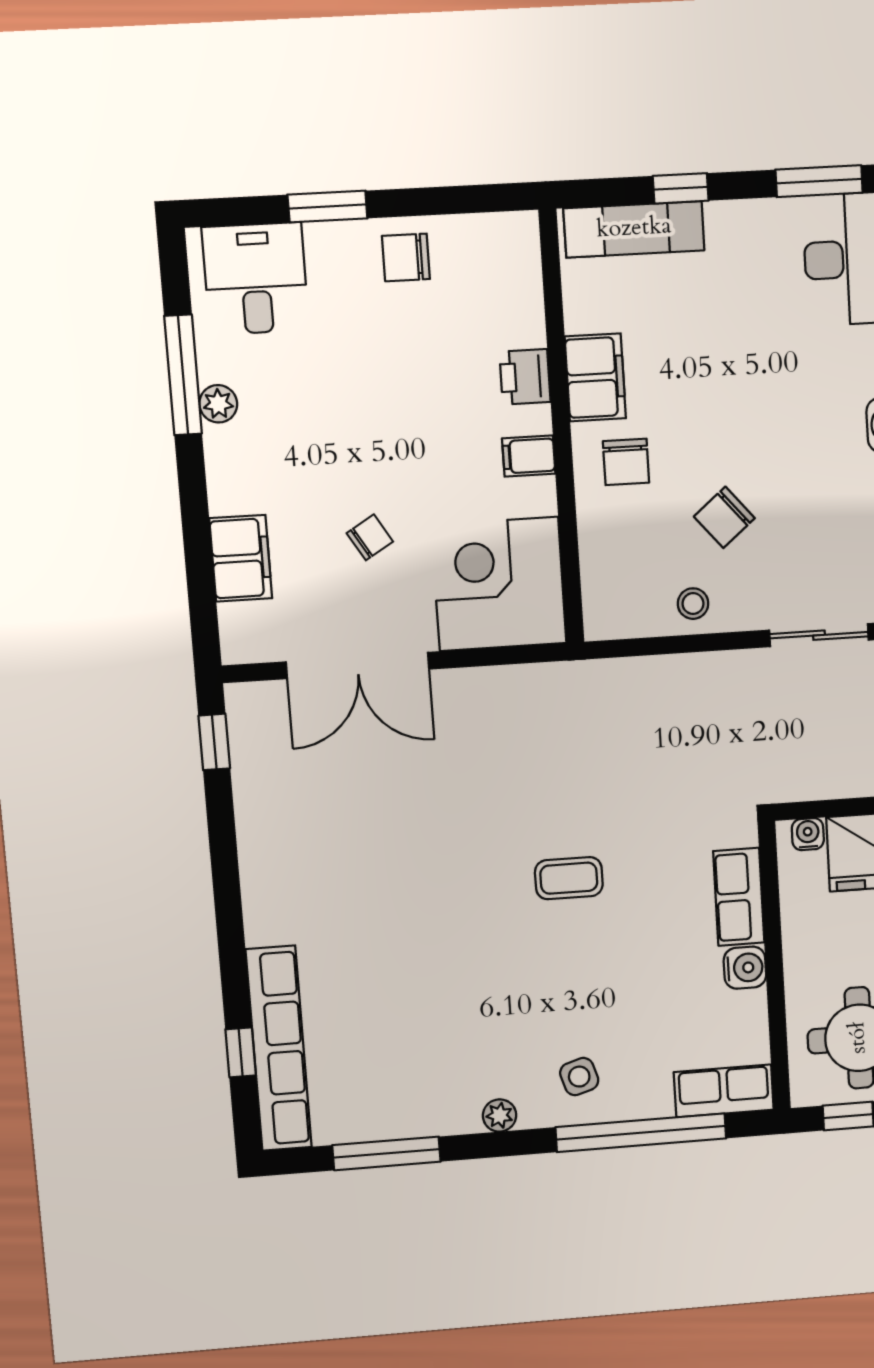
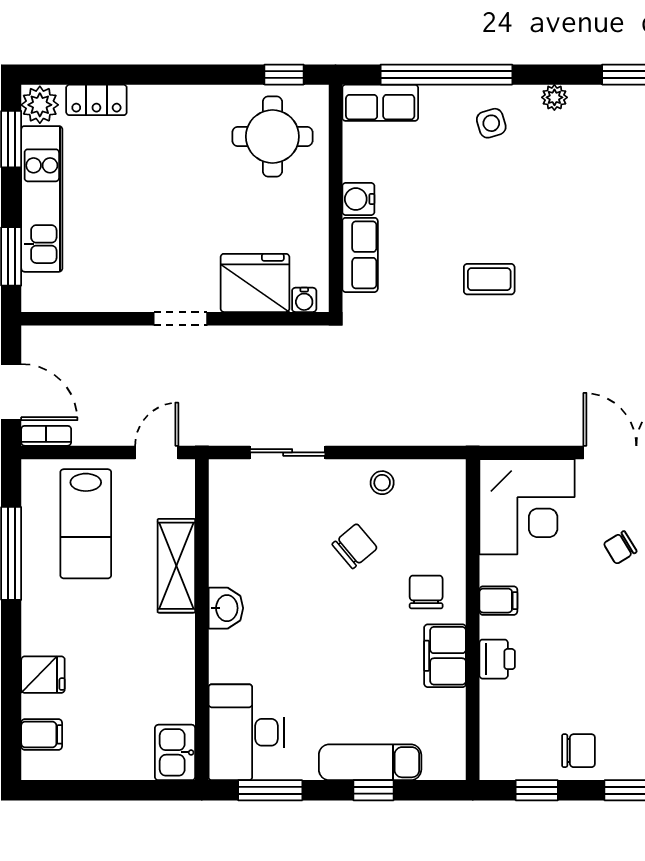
window: (459, 200) -> (537, 790), added
exam couch: (634, 229) -> (370, 762), moved

